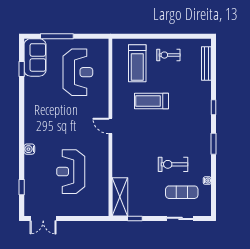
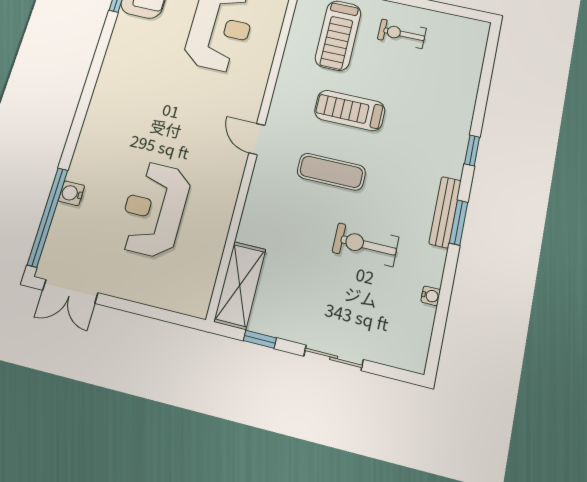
bench: (206, 64) -> (445, 212), moved
water cooler: (29, 149) -> (71, 193), moved
window: (22, 187) -> (48, 217), width x3.17
exercise mat: (182, 192) -> (331, 172), moved
sliding door: (180, 218) -> (334, 358), moved

